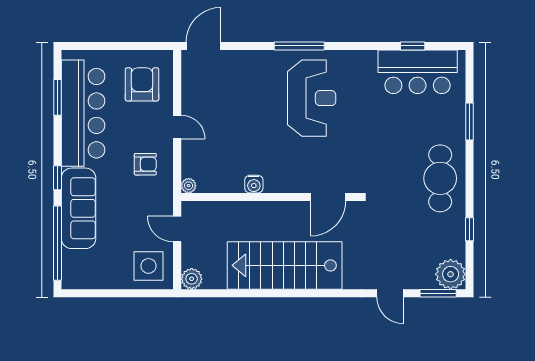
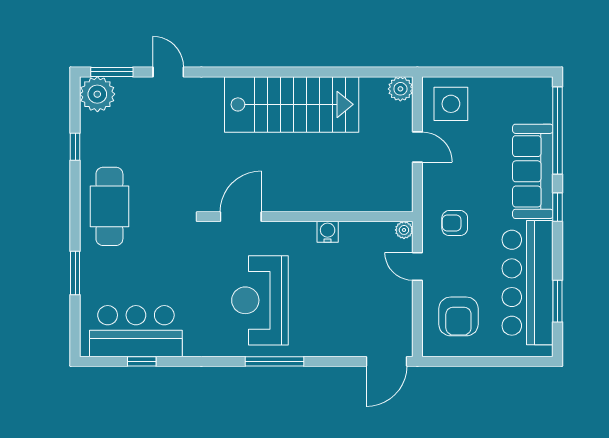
water cooler: (254, 184) -> (328, 232), moved
plant: (189, 186) -> (404, 230), moved
wall: (269, 197) -> (309, 217), moved
door: (328, 197) -> (241, 217), moved

